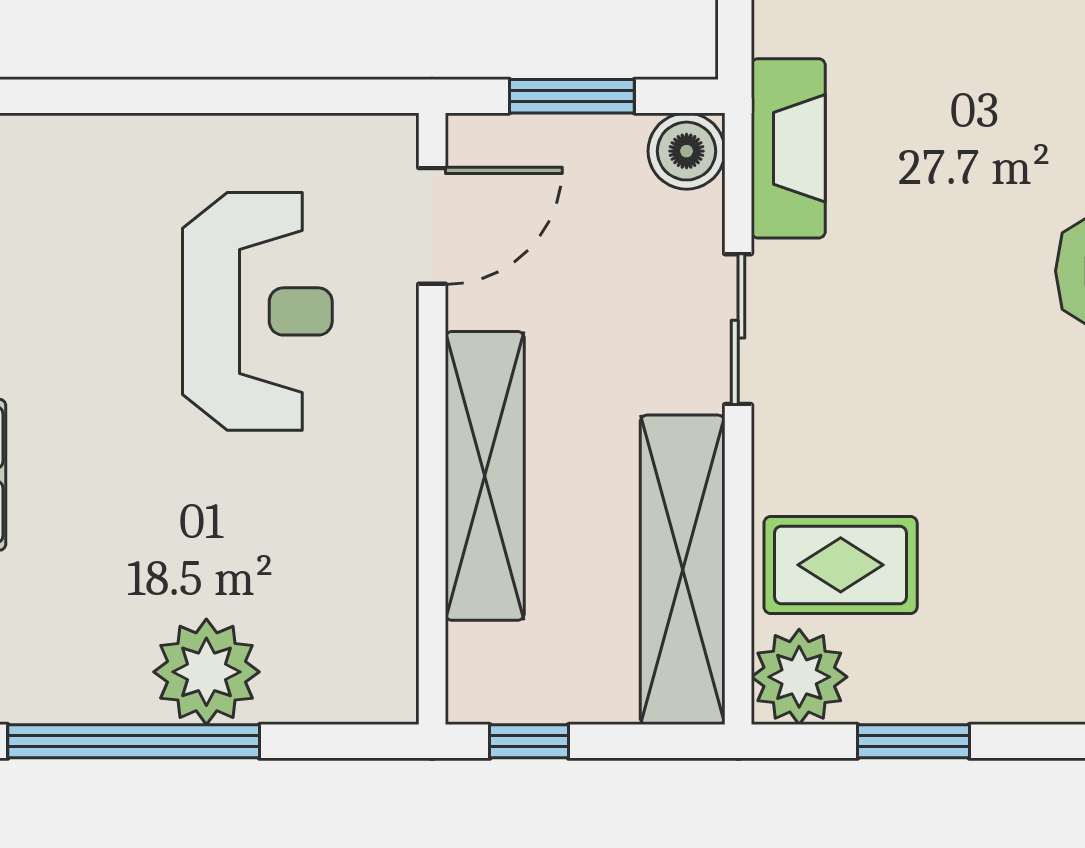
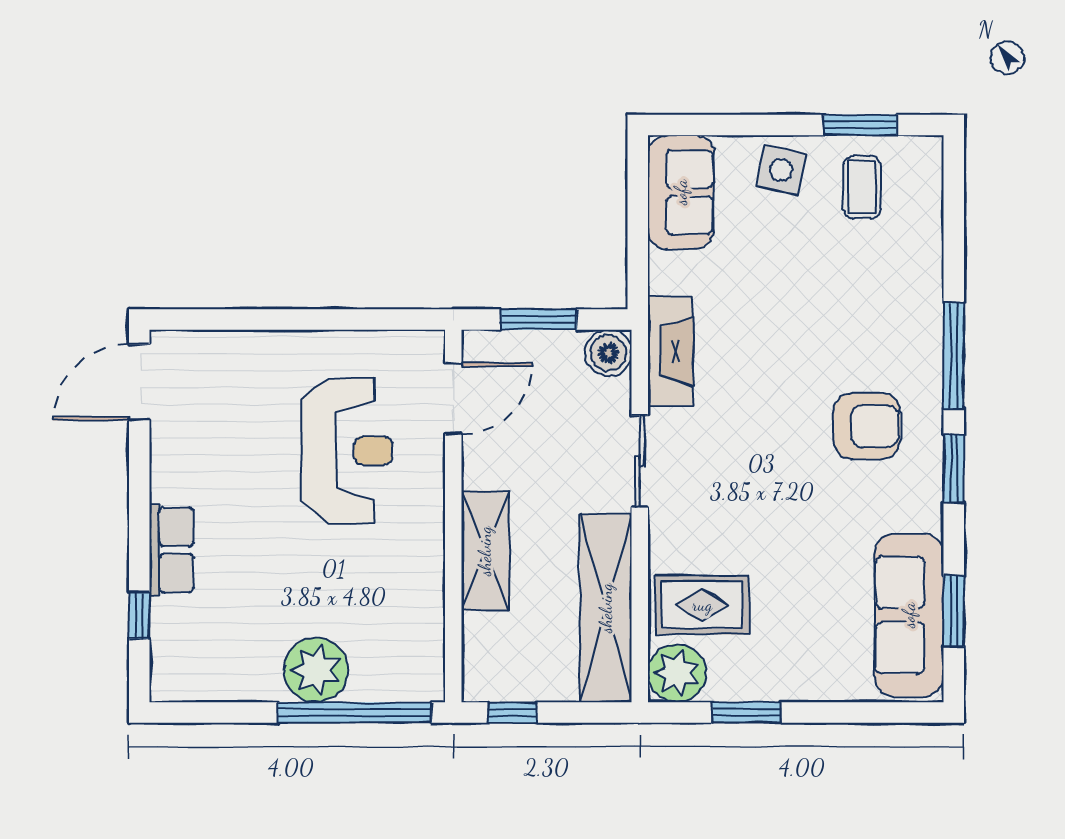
shelving: (485, 476) -> (485, 551), width x0.68
window: (134, 741) -> (355, 712), moved

